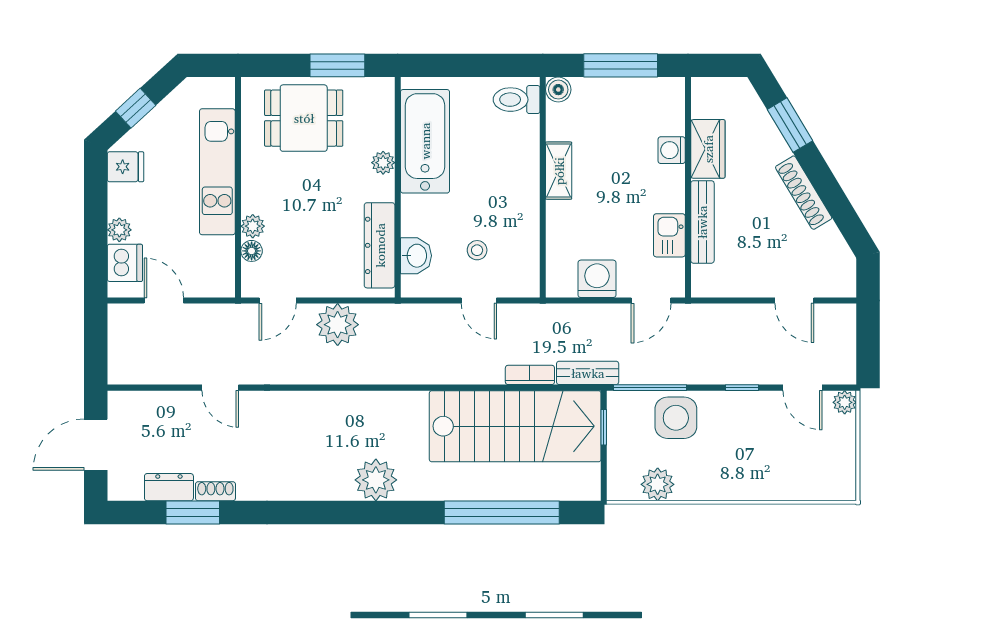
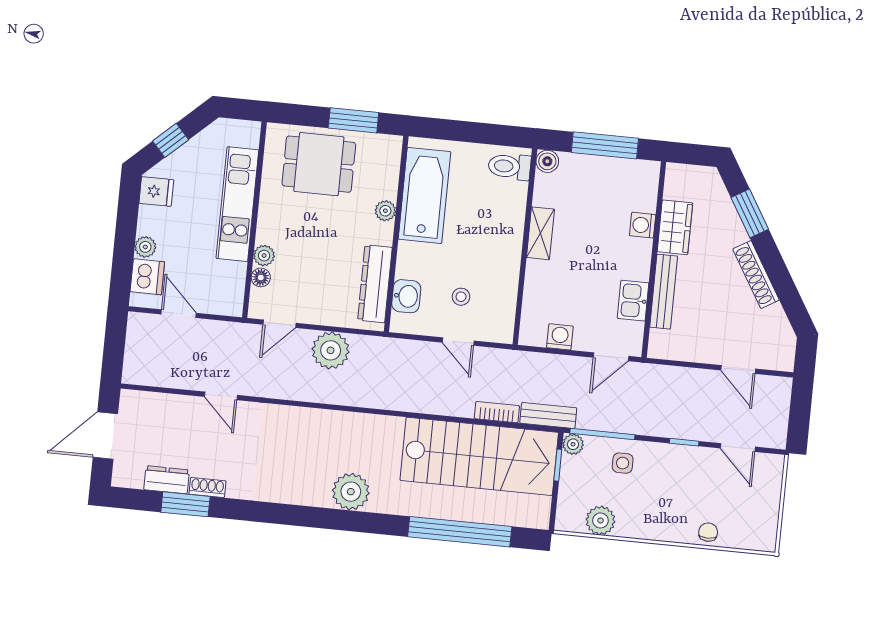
washing machine: (597, 279) -> (560, 337), width x0.73, depth x0.73
plant: (845, 402) -> (573, 444), moved
side table: (676, 418) -> (623, 463), width x0.54, depth x0.54
chair: (779, 485) -> (708, 532), added

